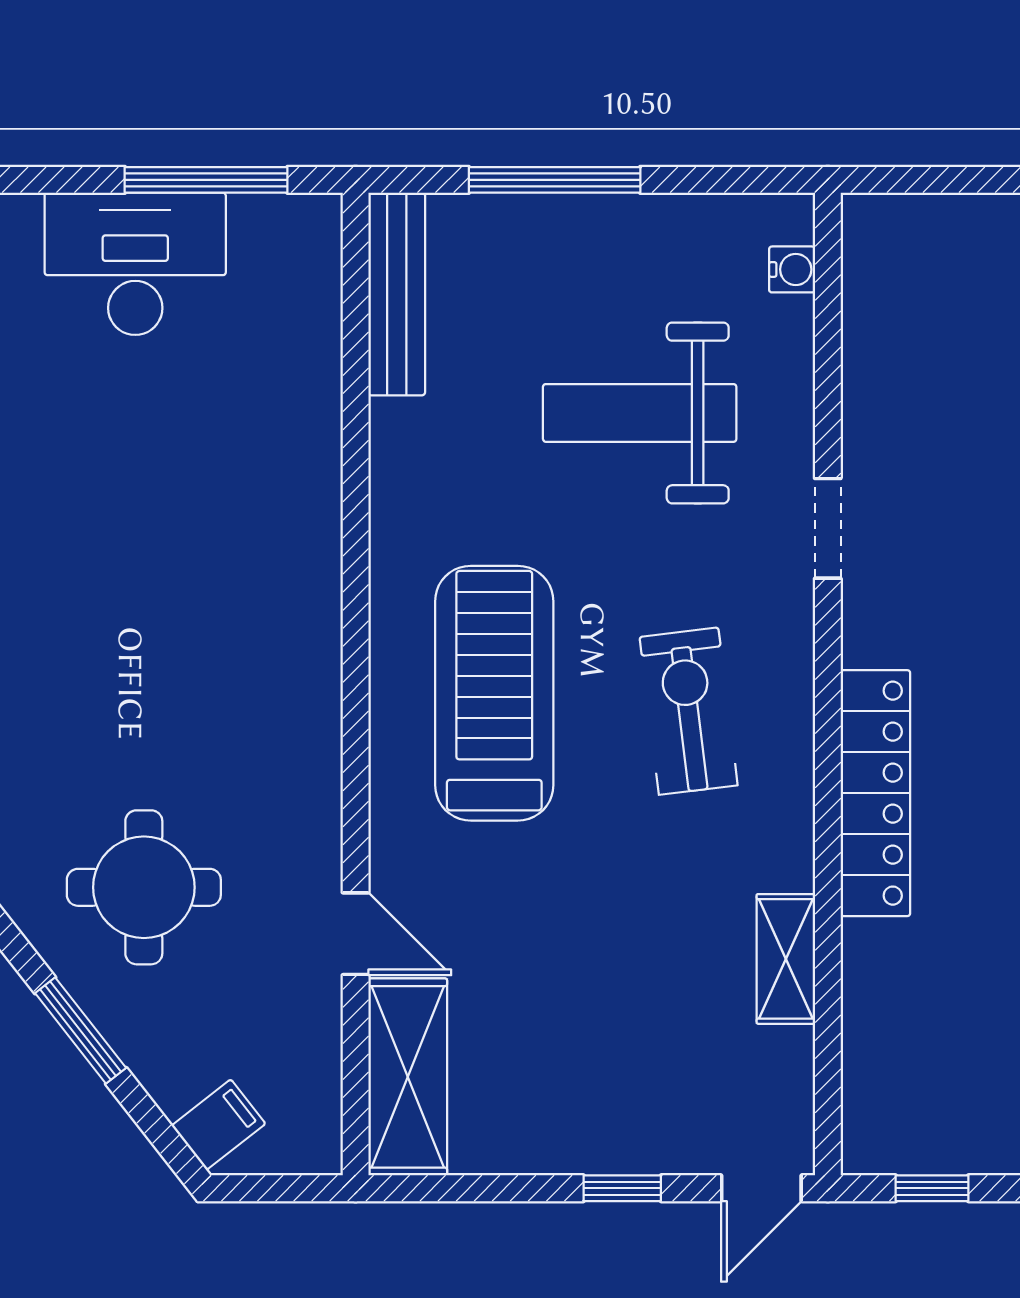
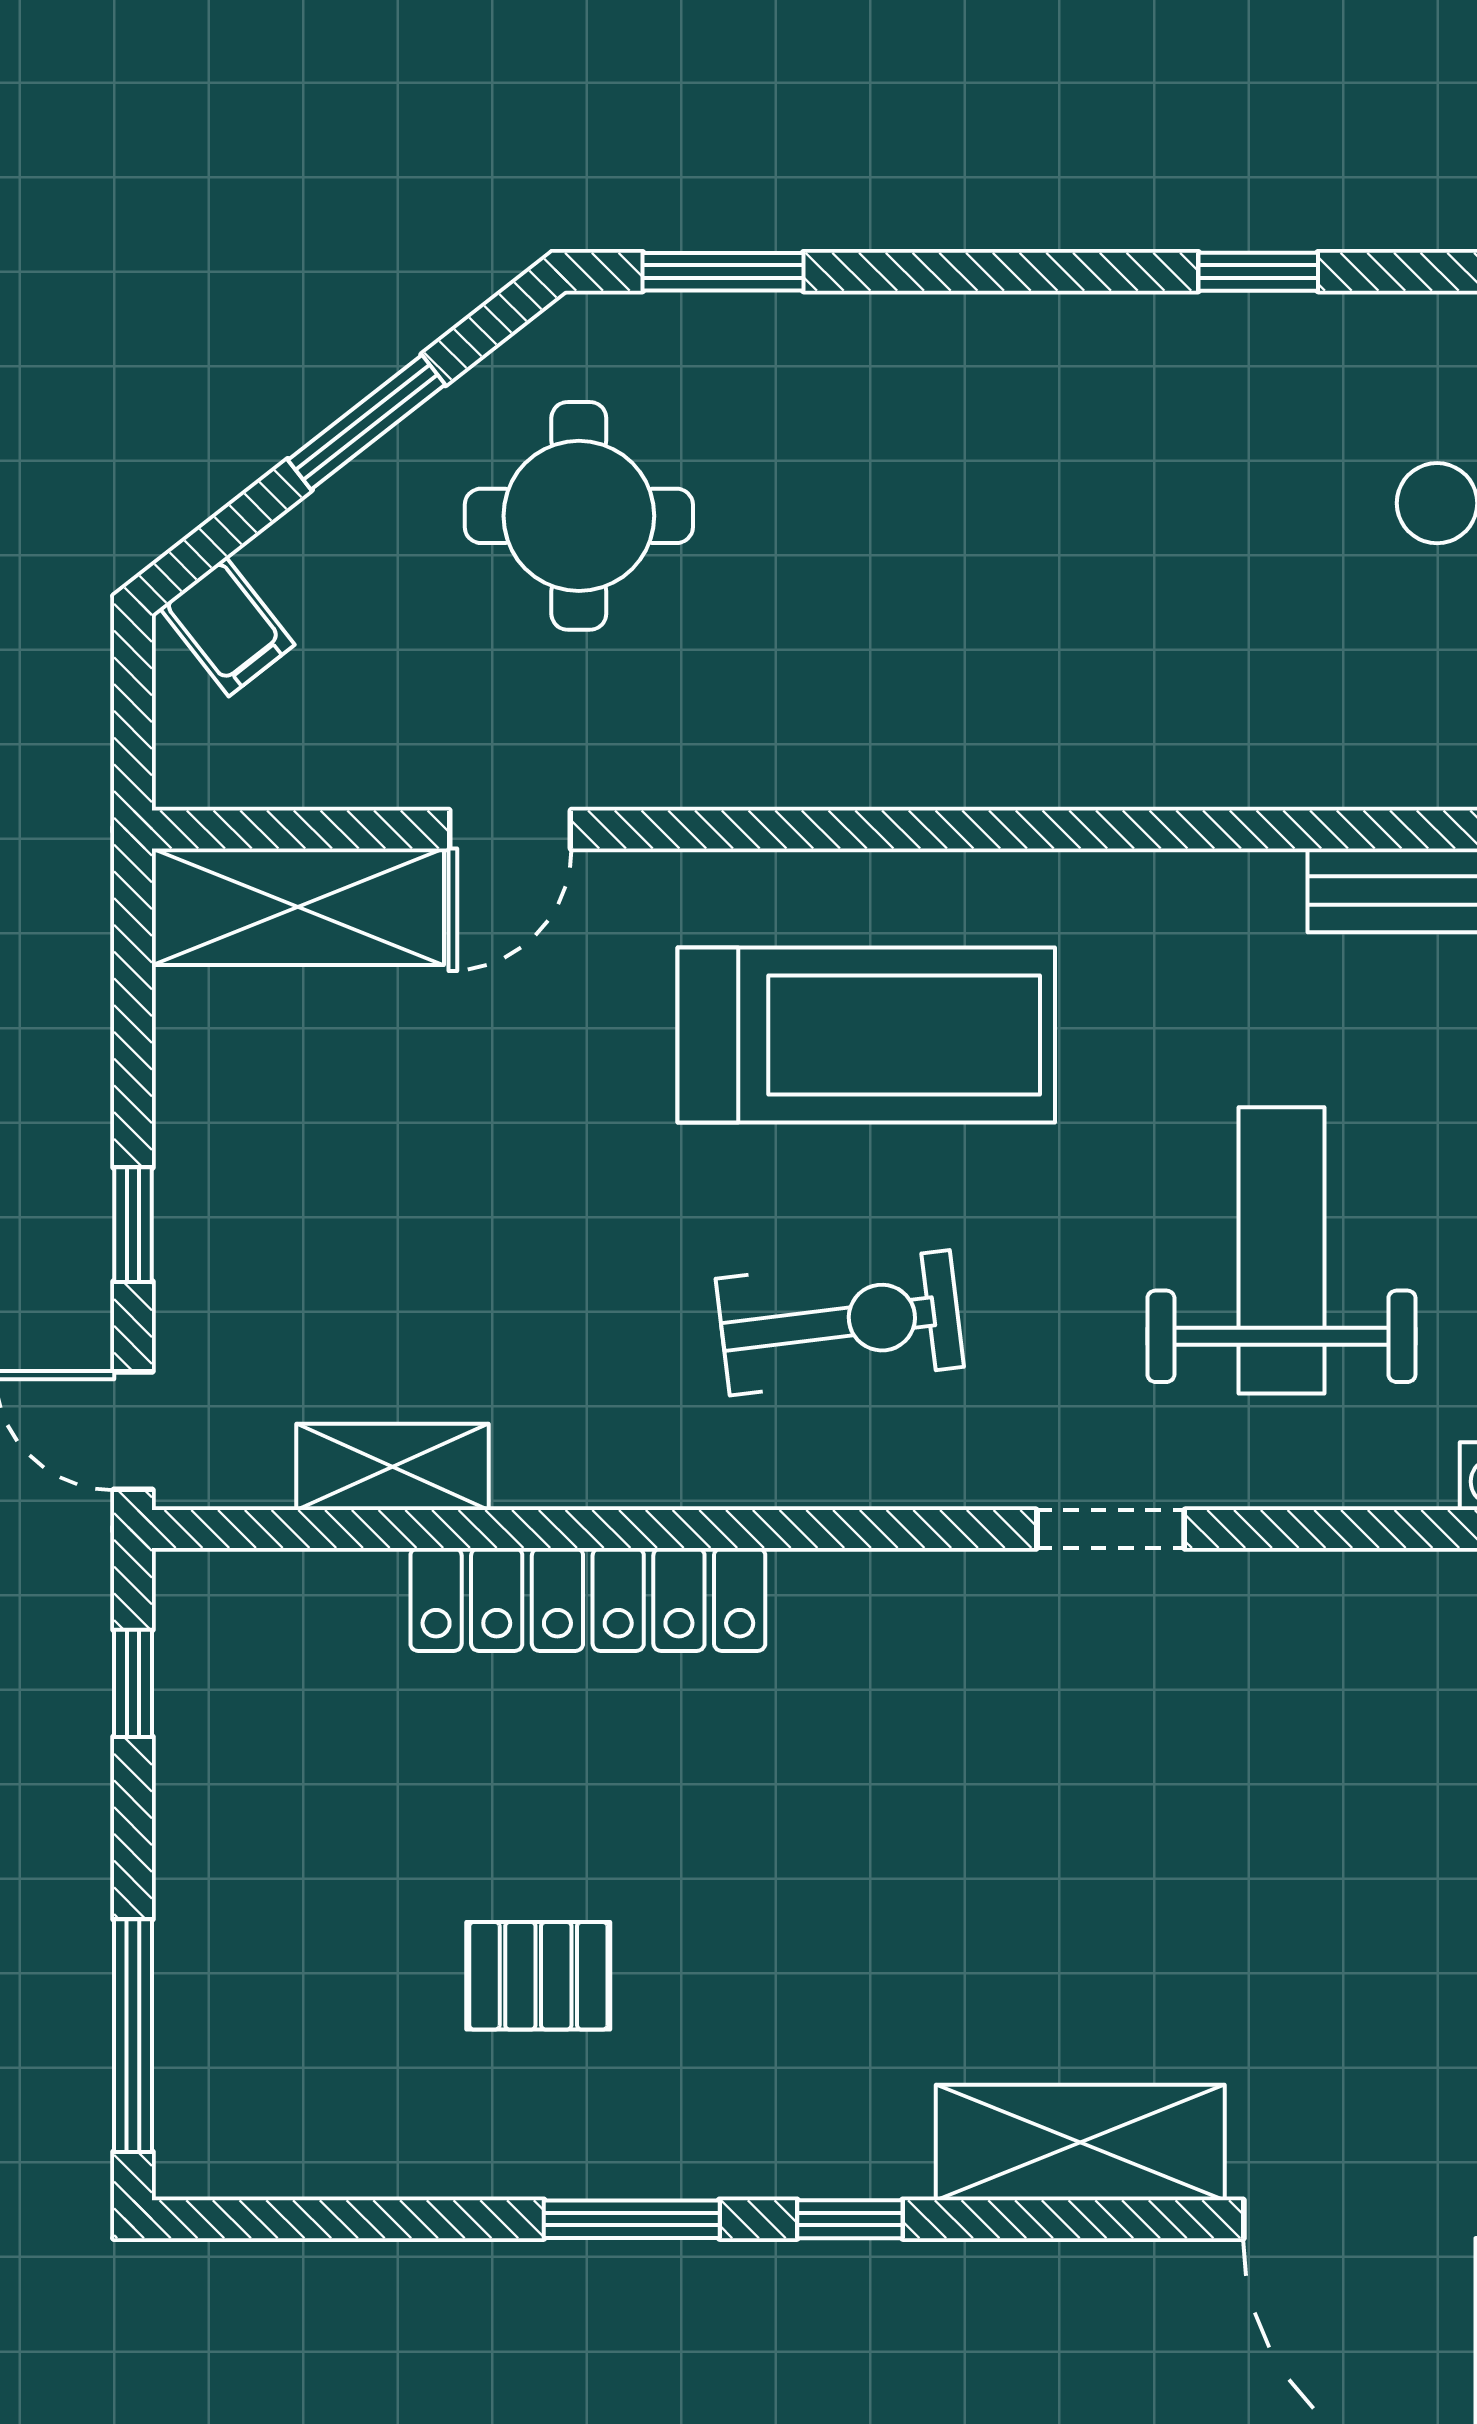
locker: (875, 793) -> (588, 1599), moved
shelving: (786, 959) -> (392, 1467), moved

